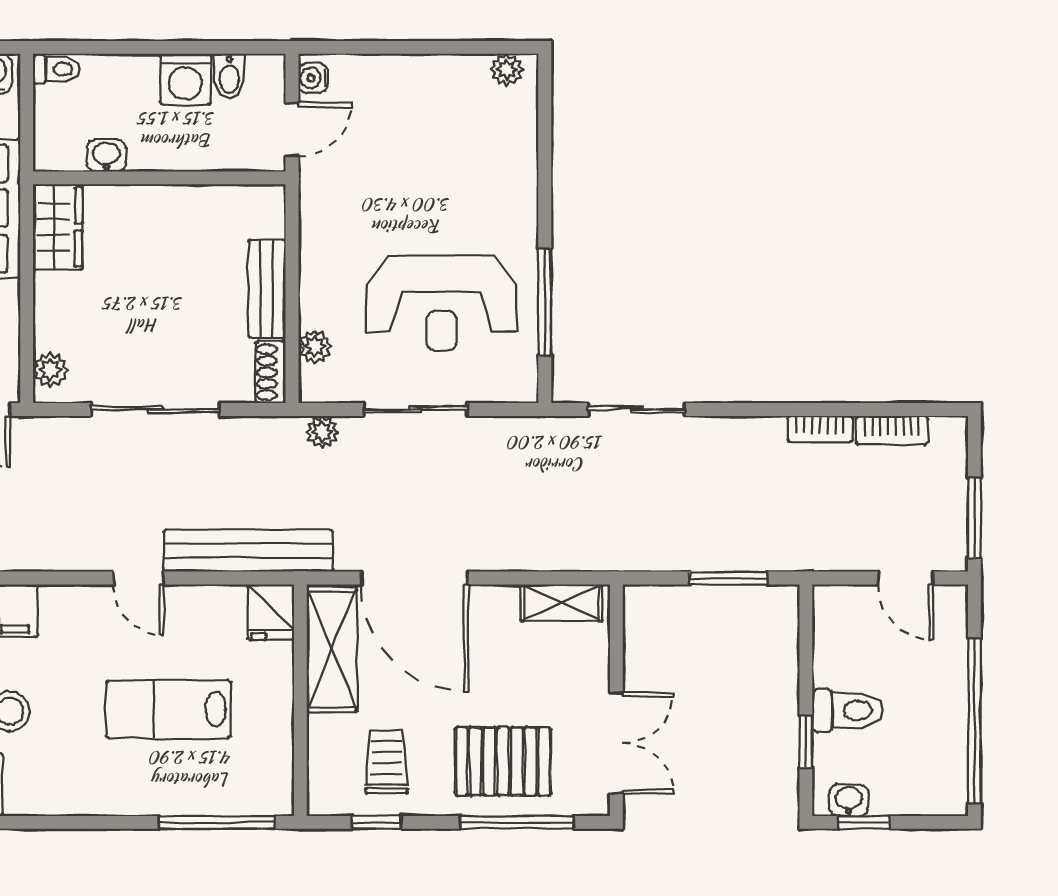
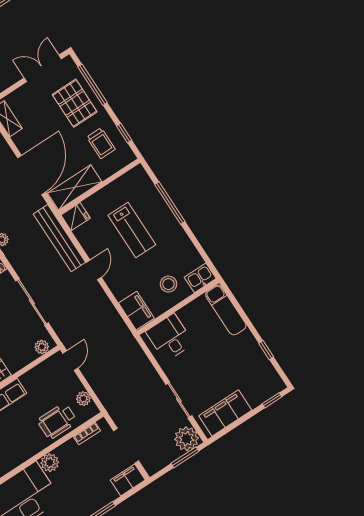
trolley: (387, 762) -> (101, 143), turned -90
window: (217, 822) -> (170, 203), moved

